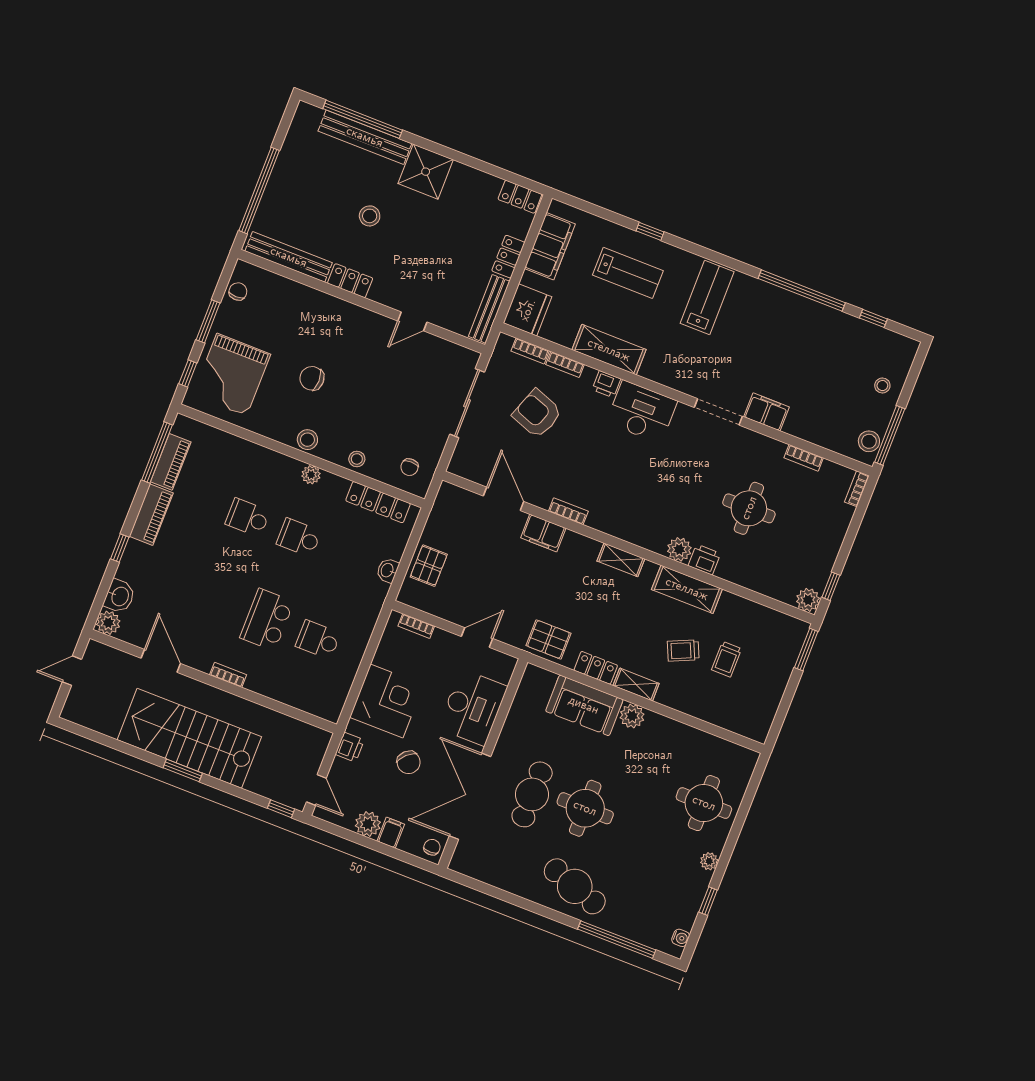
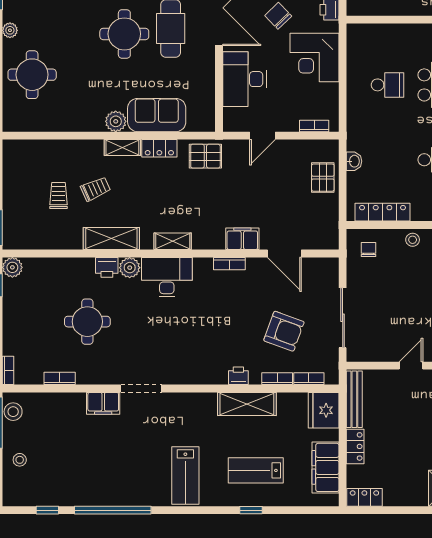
desk: (642, 412) -> (167, 277), moved, turned 180

